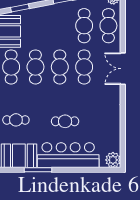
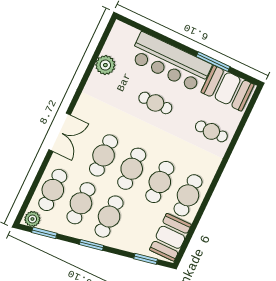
cafe table: (60, 26) -> (109, 217), added
plant: (113, 160) -> (105, 65), moved

